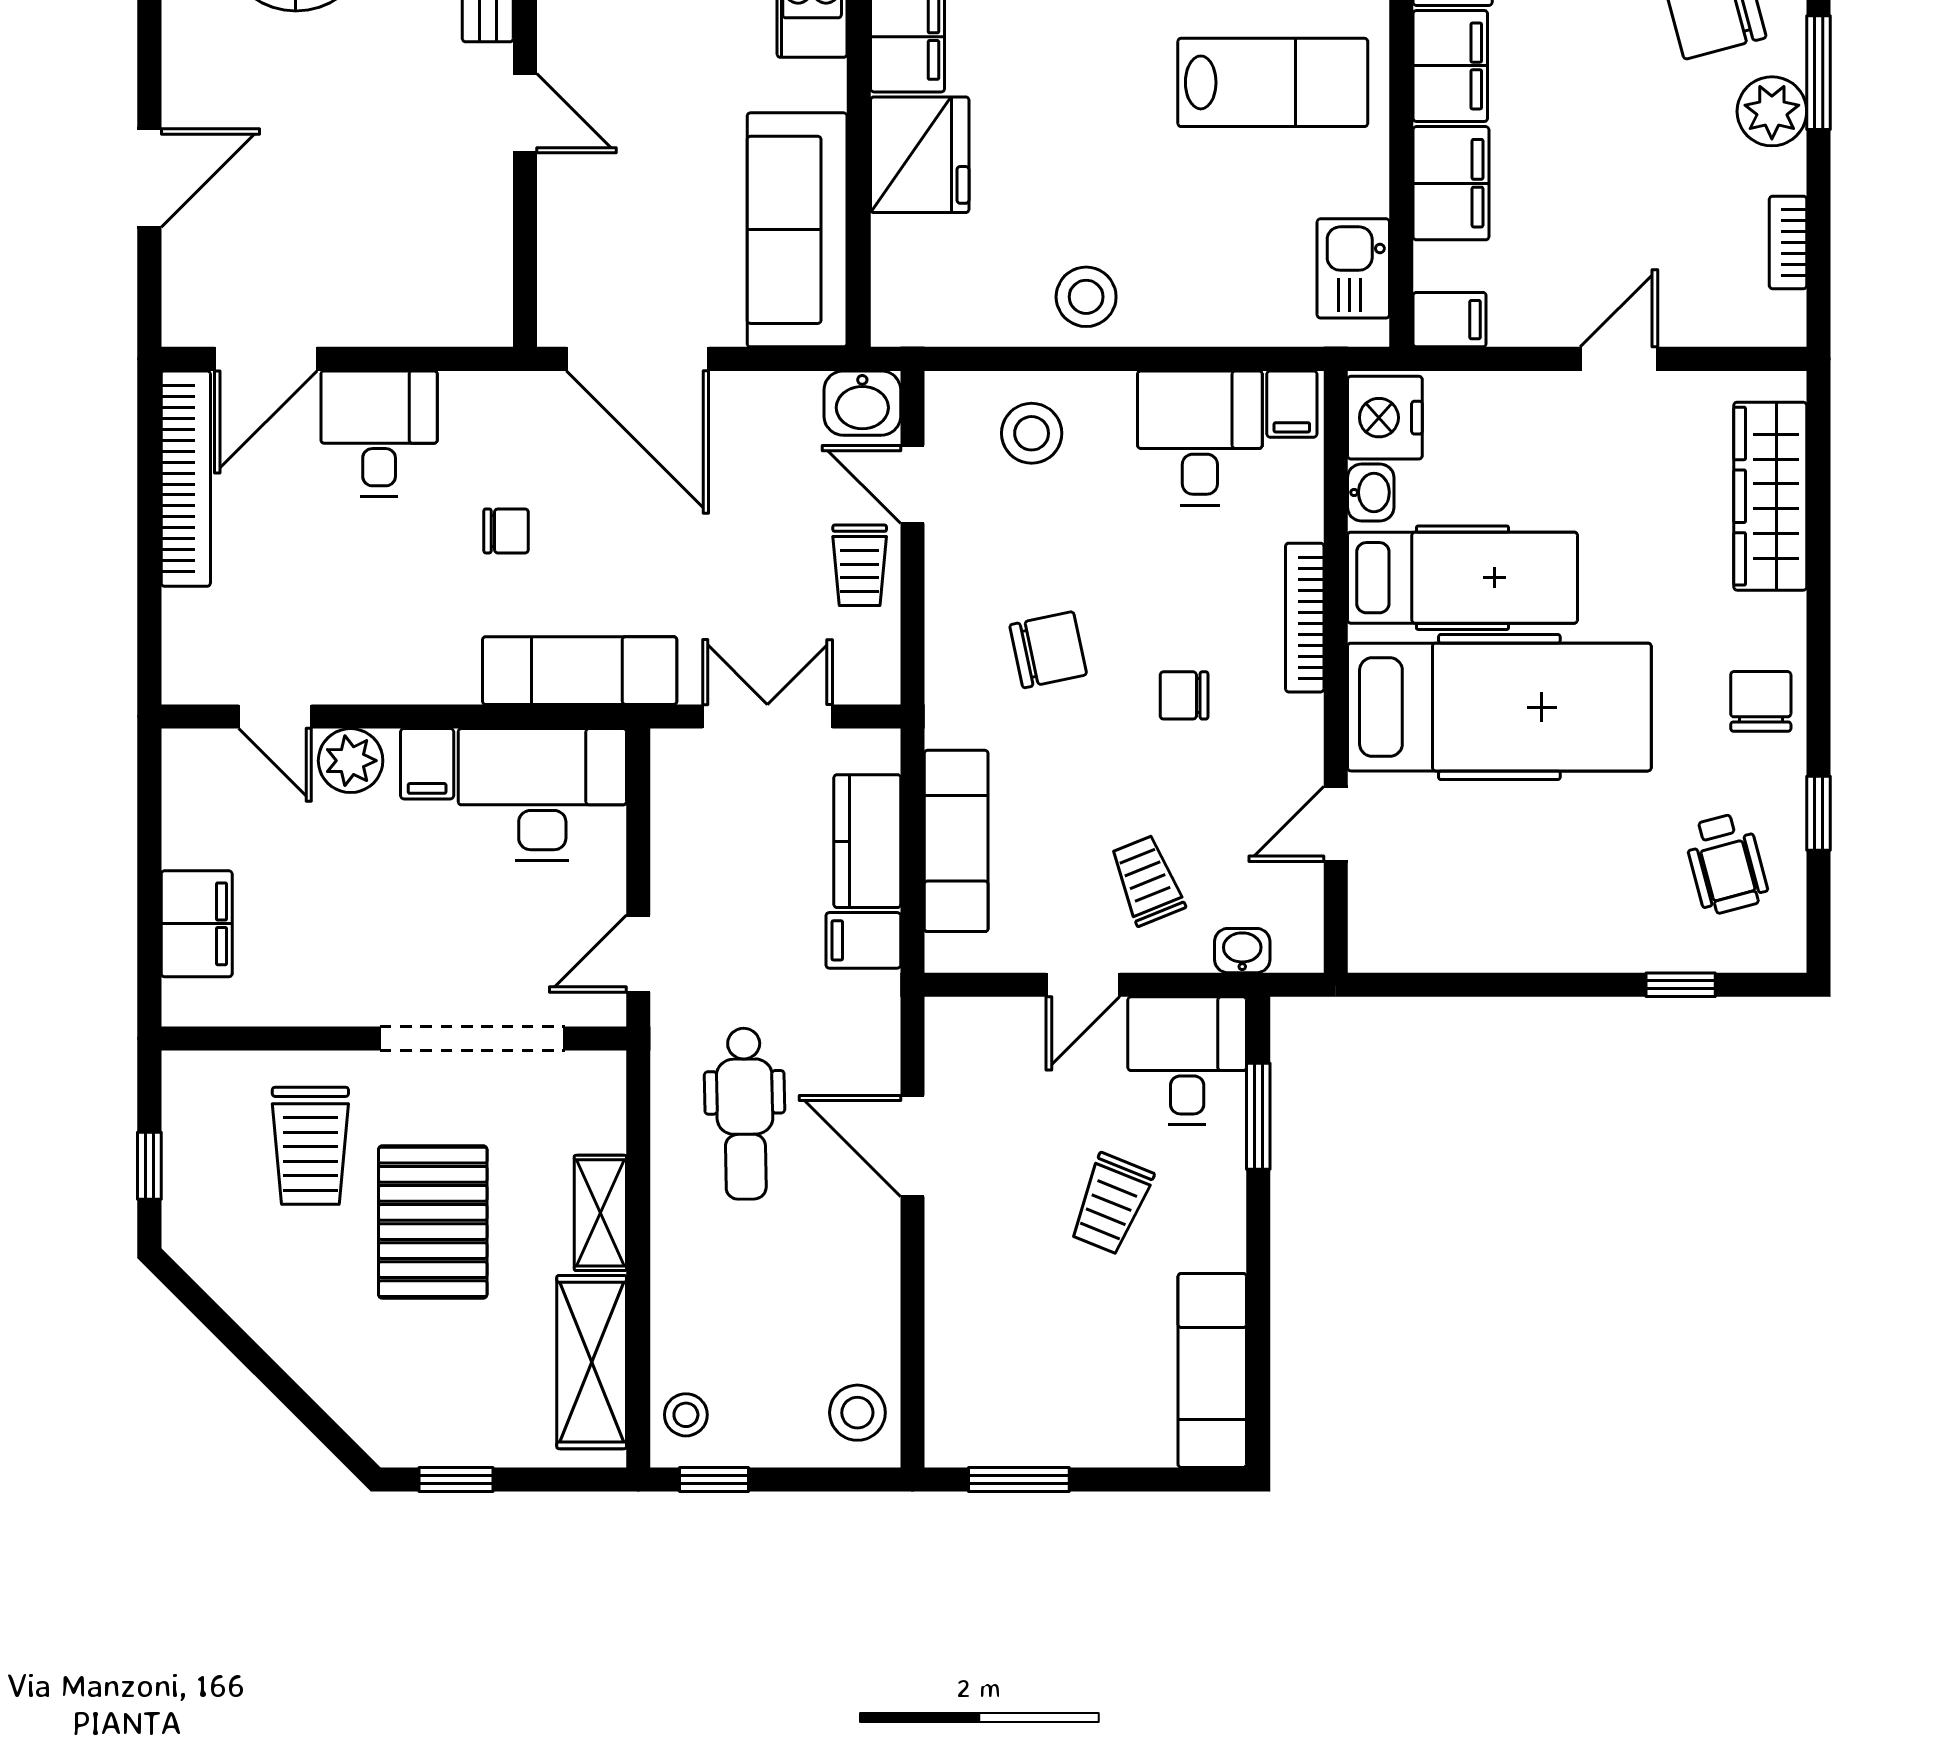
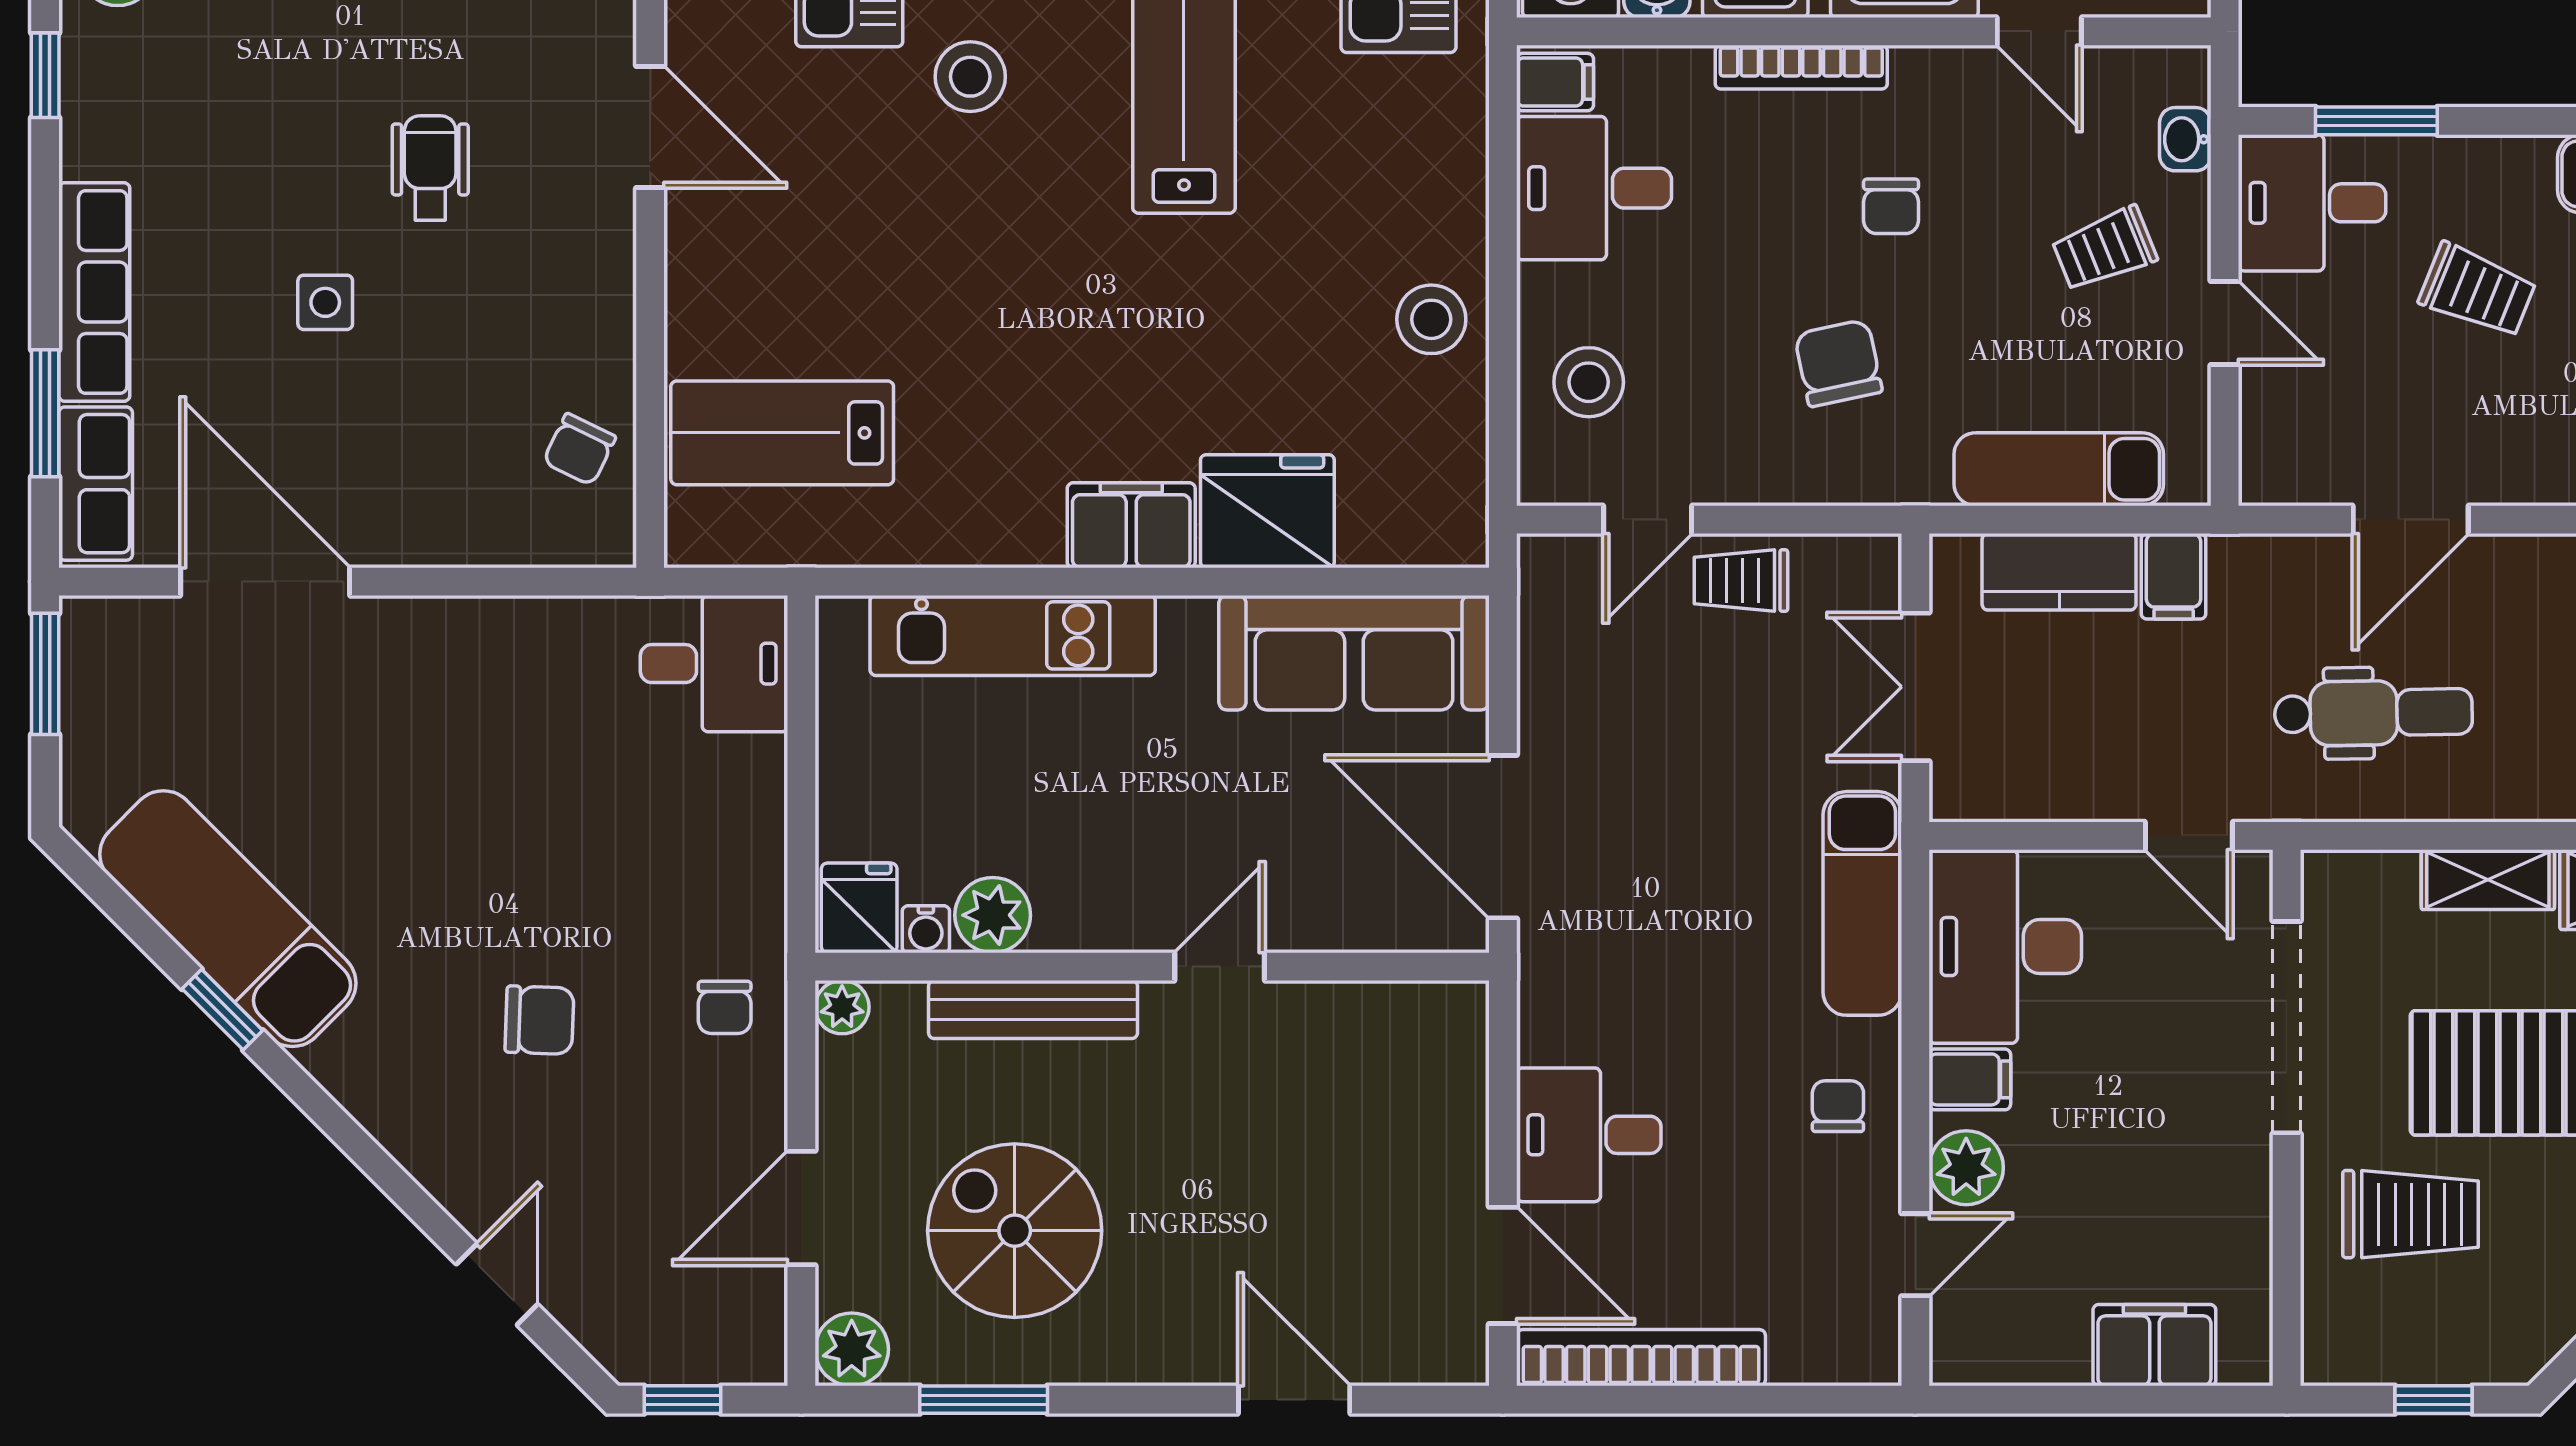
door: (637, 359) -> (1503, 837), swing flipped
washbasin: (862, 403) -> (1554, 577), removed
chair: (506, 531) -> (1838, 1106), moved
trolley: (860, 565) -> (1741, 581), turned 180

